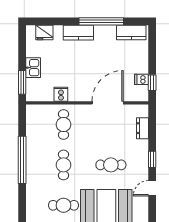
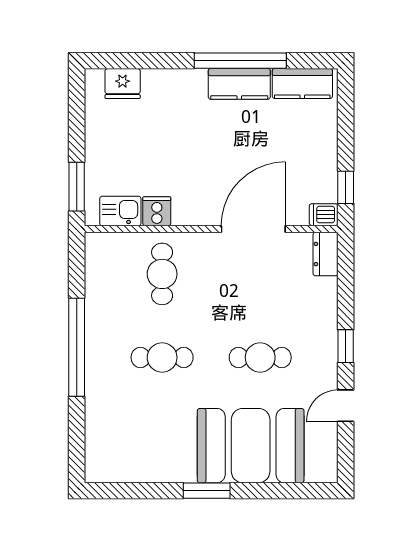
kitchen counter: (78, 33) -> (239, 84), moved
kitchen sink: (33, 68) -> (120, 211), moved, turned -90
dishwasher: (142, 79) -> (324, 215), moved
dresser: (142, 128) -> (325, 254), moved
cafe table: (63, 165) -> (162, 357), turned 90
cafe table: (63, 205) -> (162, 441), removed

